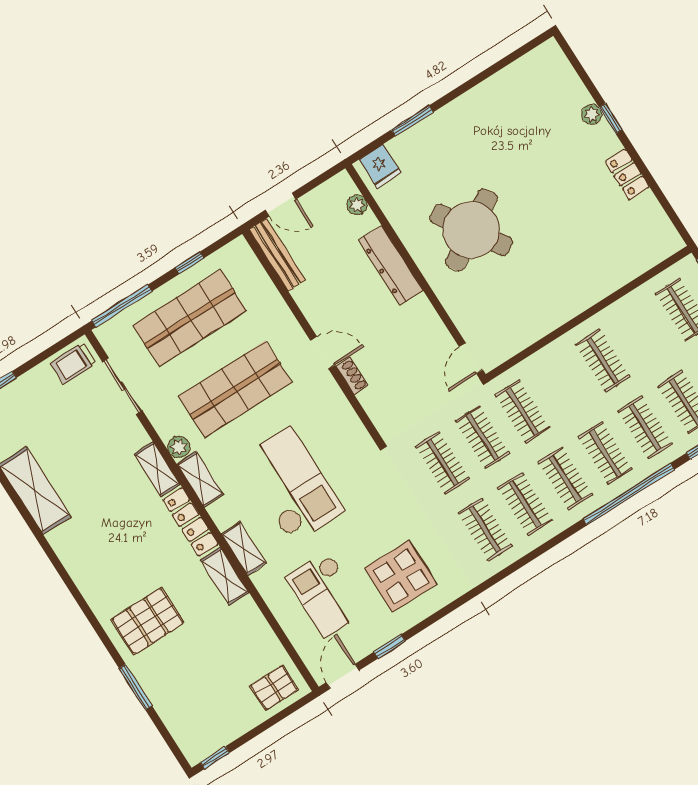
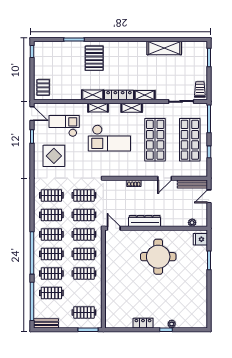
round table: (471, 230) -> (158, 257), turned 32
dresser: (391, 265) -> (145, 221), moved
door: (323, 353) -> (165, 178), moved
clothes rail: (563, 386) -> (84, 254), added
plant: (179, 447) -> (148, 108), removed

